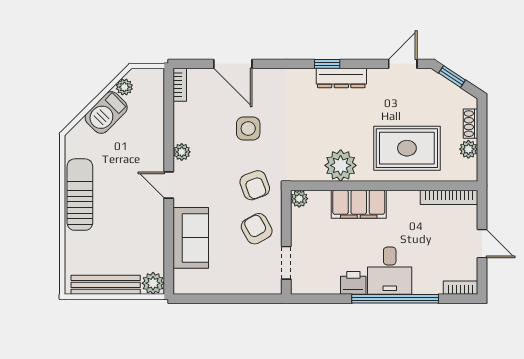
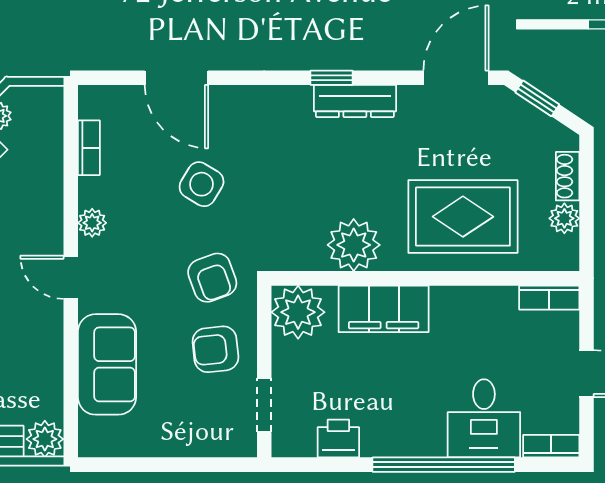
door: (403, 64) -> (456, 78), width x1.38
bookcase: (180, 85) -> (89, 148), moved
side table: (248, 128) -> (202, 184), turned 31
bookcase: (449, 197) -> (549, 298), width x0.64
plant: (299, 199) -> (298, 312), width x1.87, depth x1.87
armchair: (257, 229) -> (215, 349), turned -67
desk: (390, 271) -> (484, 418), moved
printer: (353, 283) -> (338, 439), moved

